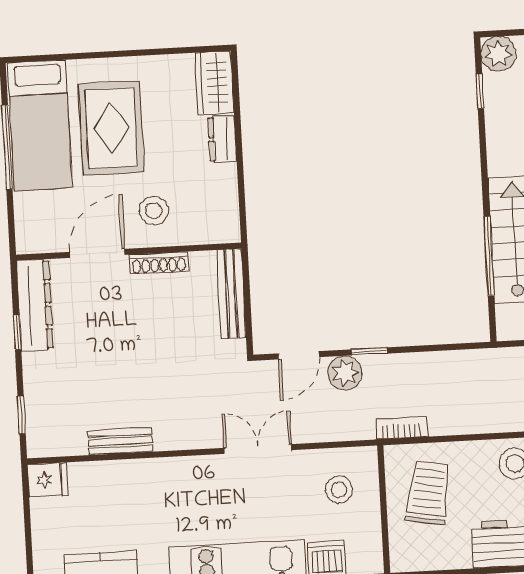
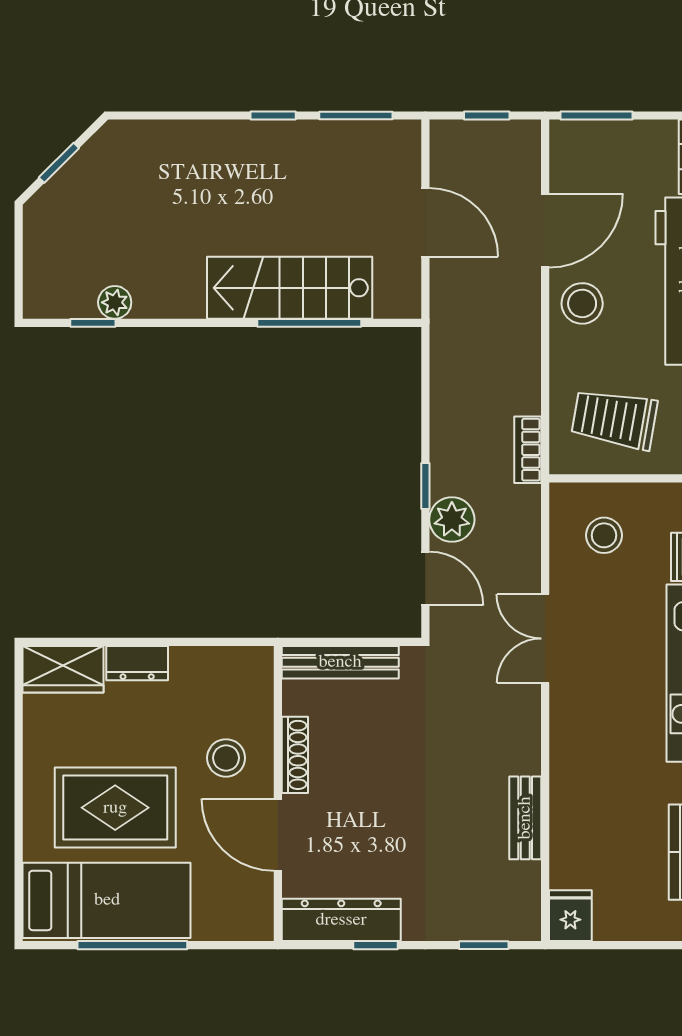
plant: (498, 54) -> (115, 302), moved, width x0.73, depth x0.73

